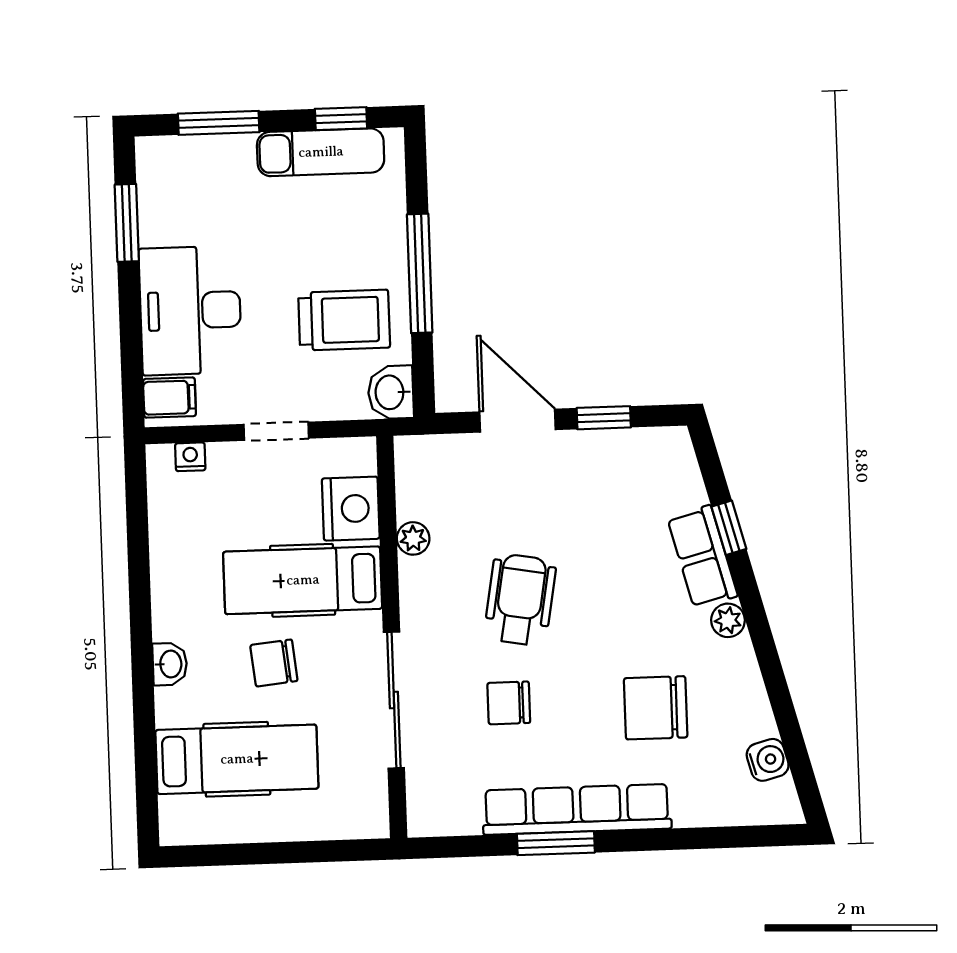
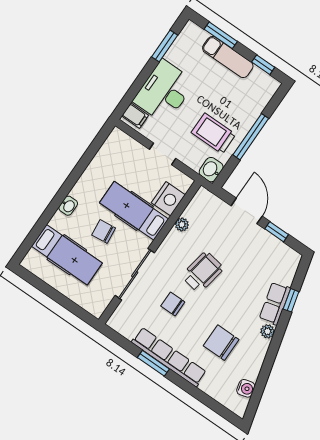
exam couch: (321, 152) -> (228, 57), moved
trolley: (344, 320) -> (214, 133), turned 180
nightstand: (190, 457) -> (127, 141), removed

